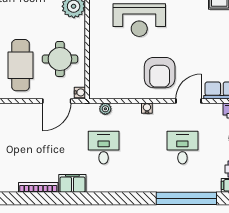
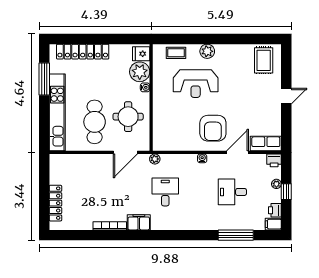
water cooler: (80, 92) -> (145, 87), moved
plant: (105, 109) -> (155, 159), moved
desk: (182, 148) -> (232, 192), turned -90
window: (186, 198) -> (236, 235), width x0.68

